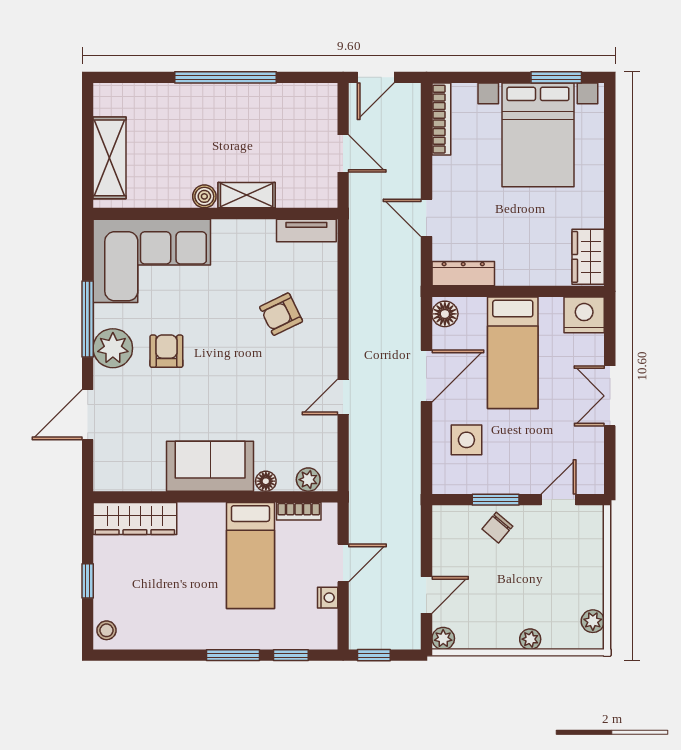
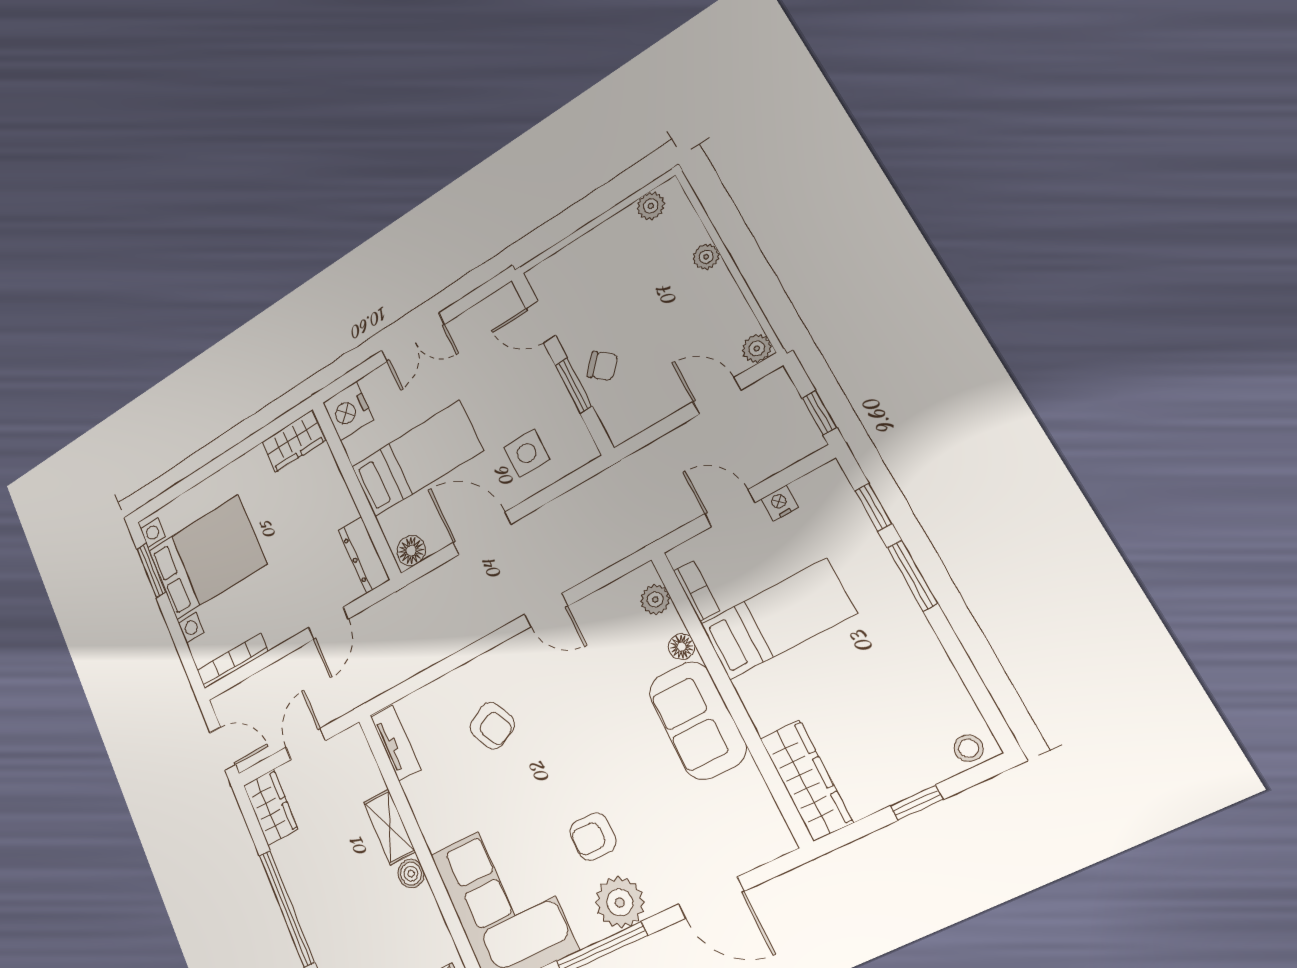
wardrobe: (309, 100) -> (271, 807), added

